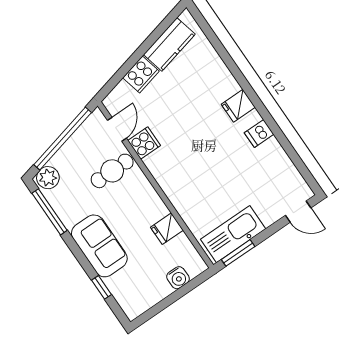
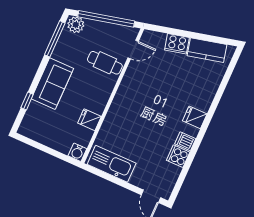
cooker: (144, 143) -> (178, 156), moved, turned 180
window: (238, 253) -> (102, 174), removed
water cooler: (178, 278) -> (77, 152), moved

